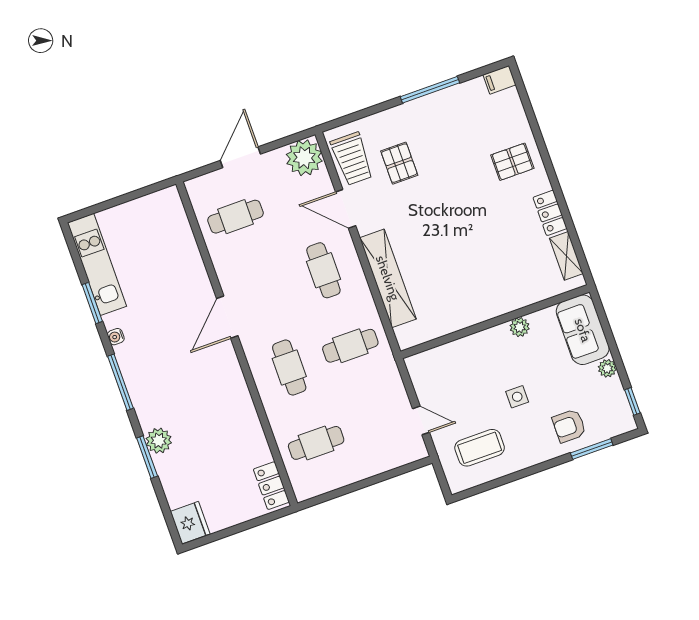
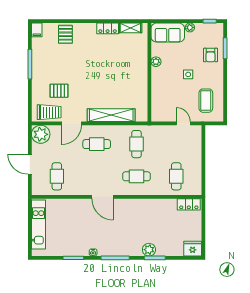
pallet: (512, 162) -> (65, 34), moved
kitchen unit: (97, 264) -> (38, 224), moved, turned 90
door: (421, 420) -> (183, 123), hinge flipped

